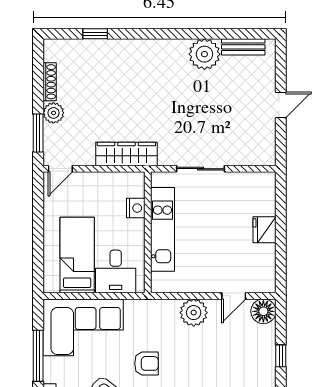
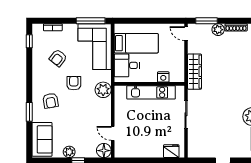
fridge: (265, 230) -> (171, 151), moved
plant: (194, 313) -> (103, 90), moved
window: (38, 356) -> (91, 21), moved
armchair: (146, 363) -> (74, 83), turned 180
plant: (266, 371) -> (69, 152), added

